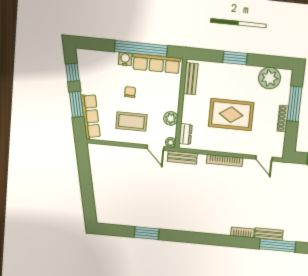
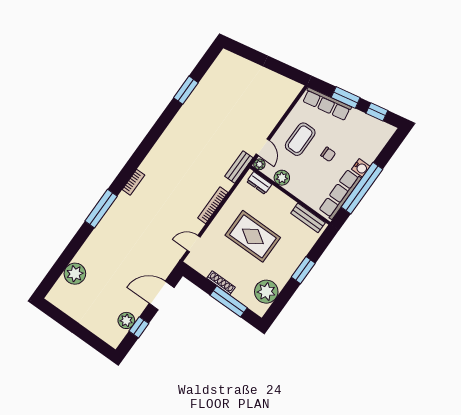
rug: (231, 115) -> (253, 236), turned 90
door: (155, 148) -> (263, 147), swing flipped
bench: (269, 234) -> (117, 206), removed

